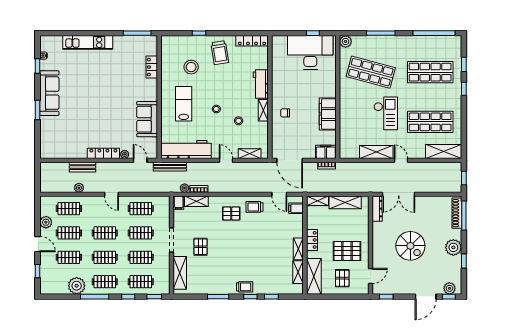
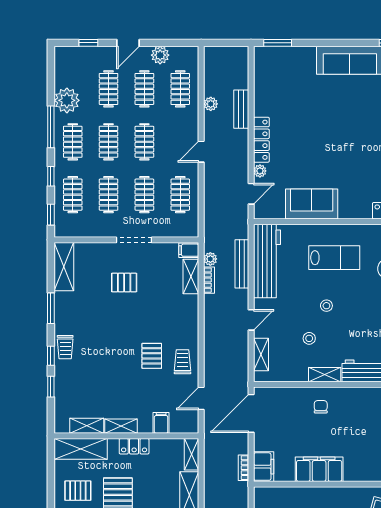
window: (38, 110) -> (278, 43), moved
bench: (170, 167) -> (242, 264), moved
filing cabinet: (296, 208) -> (161, 423), moved
pallet: (231, 213) -> (152, 356), moved
shelving: (180, 273) -> (64, 267), moved, turned 90

